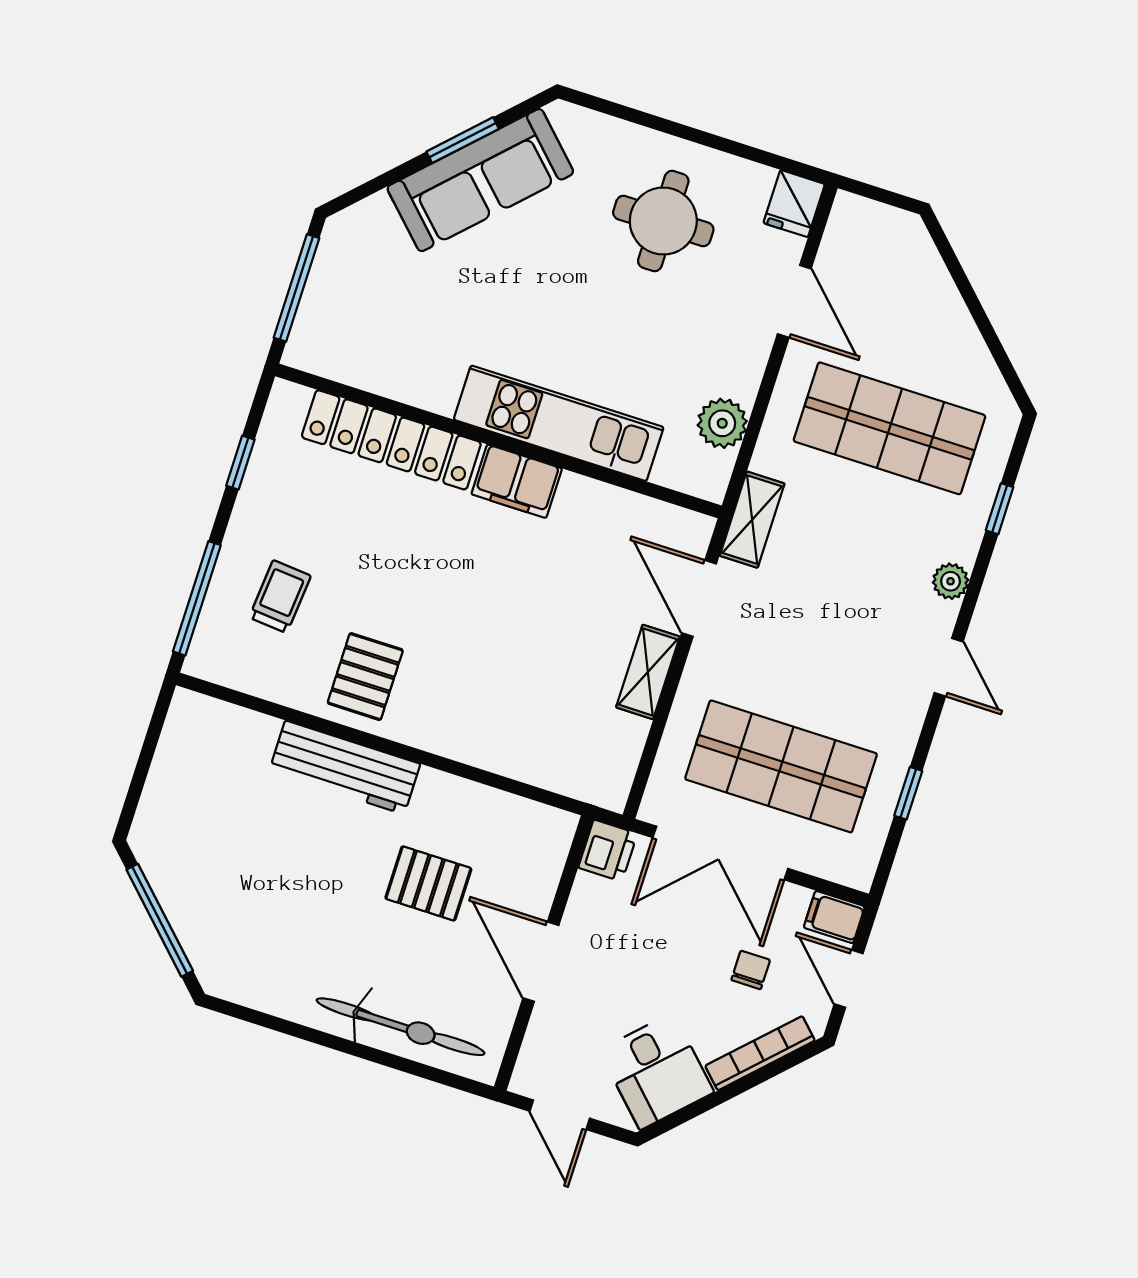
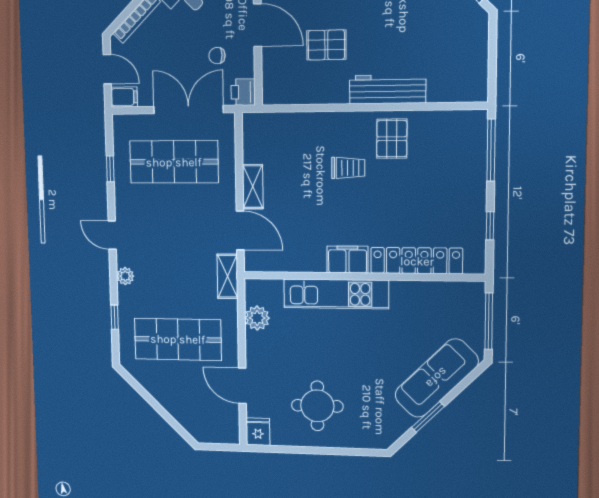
sofa: (480, 180) -> (437, 378), moved
trolley: (280, 597) -> (348, 168), moved, turned -95
chair: (751, 970) -> (217, 56), moved, turned 90

